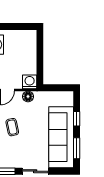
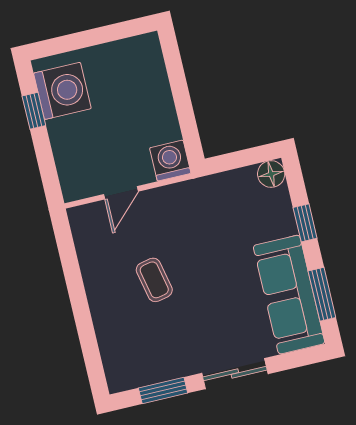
floor lamp: (28, 96) -> (271, 174), moved
sofa: (61, 137) -> (289, 295), width x0.74, depth x0.79

